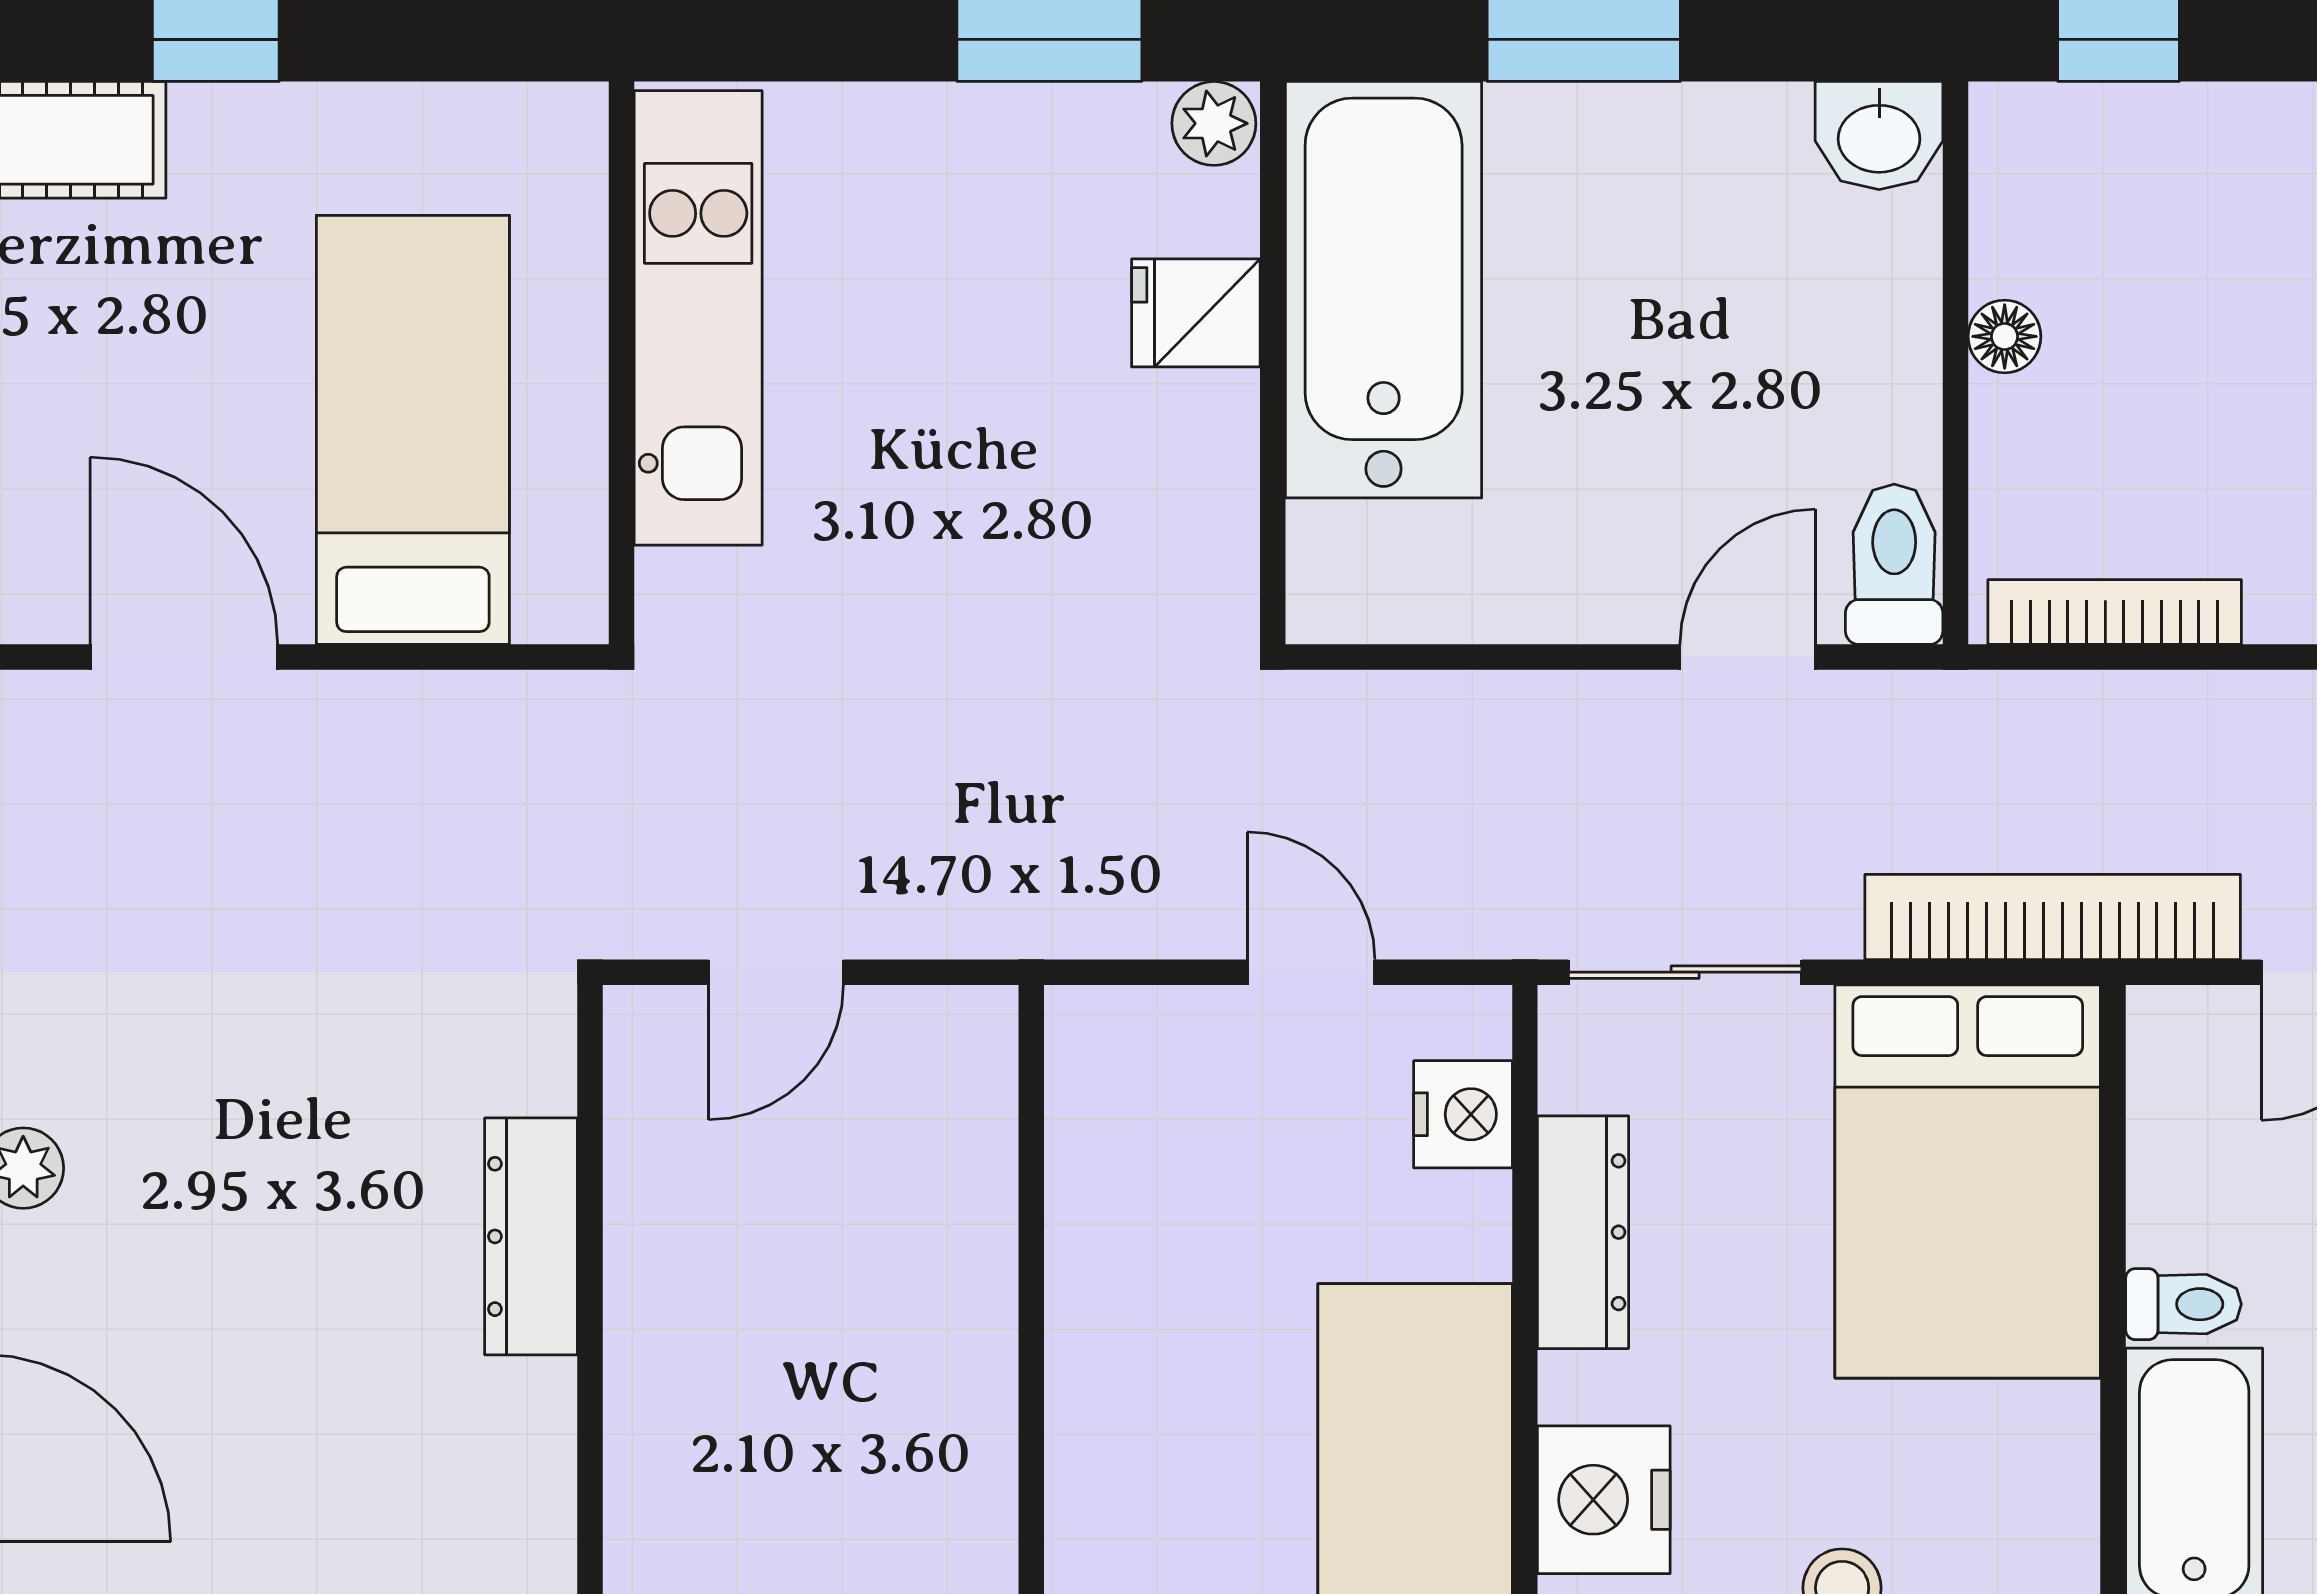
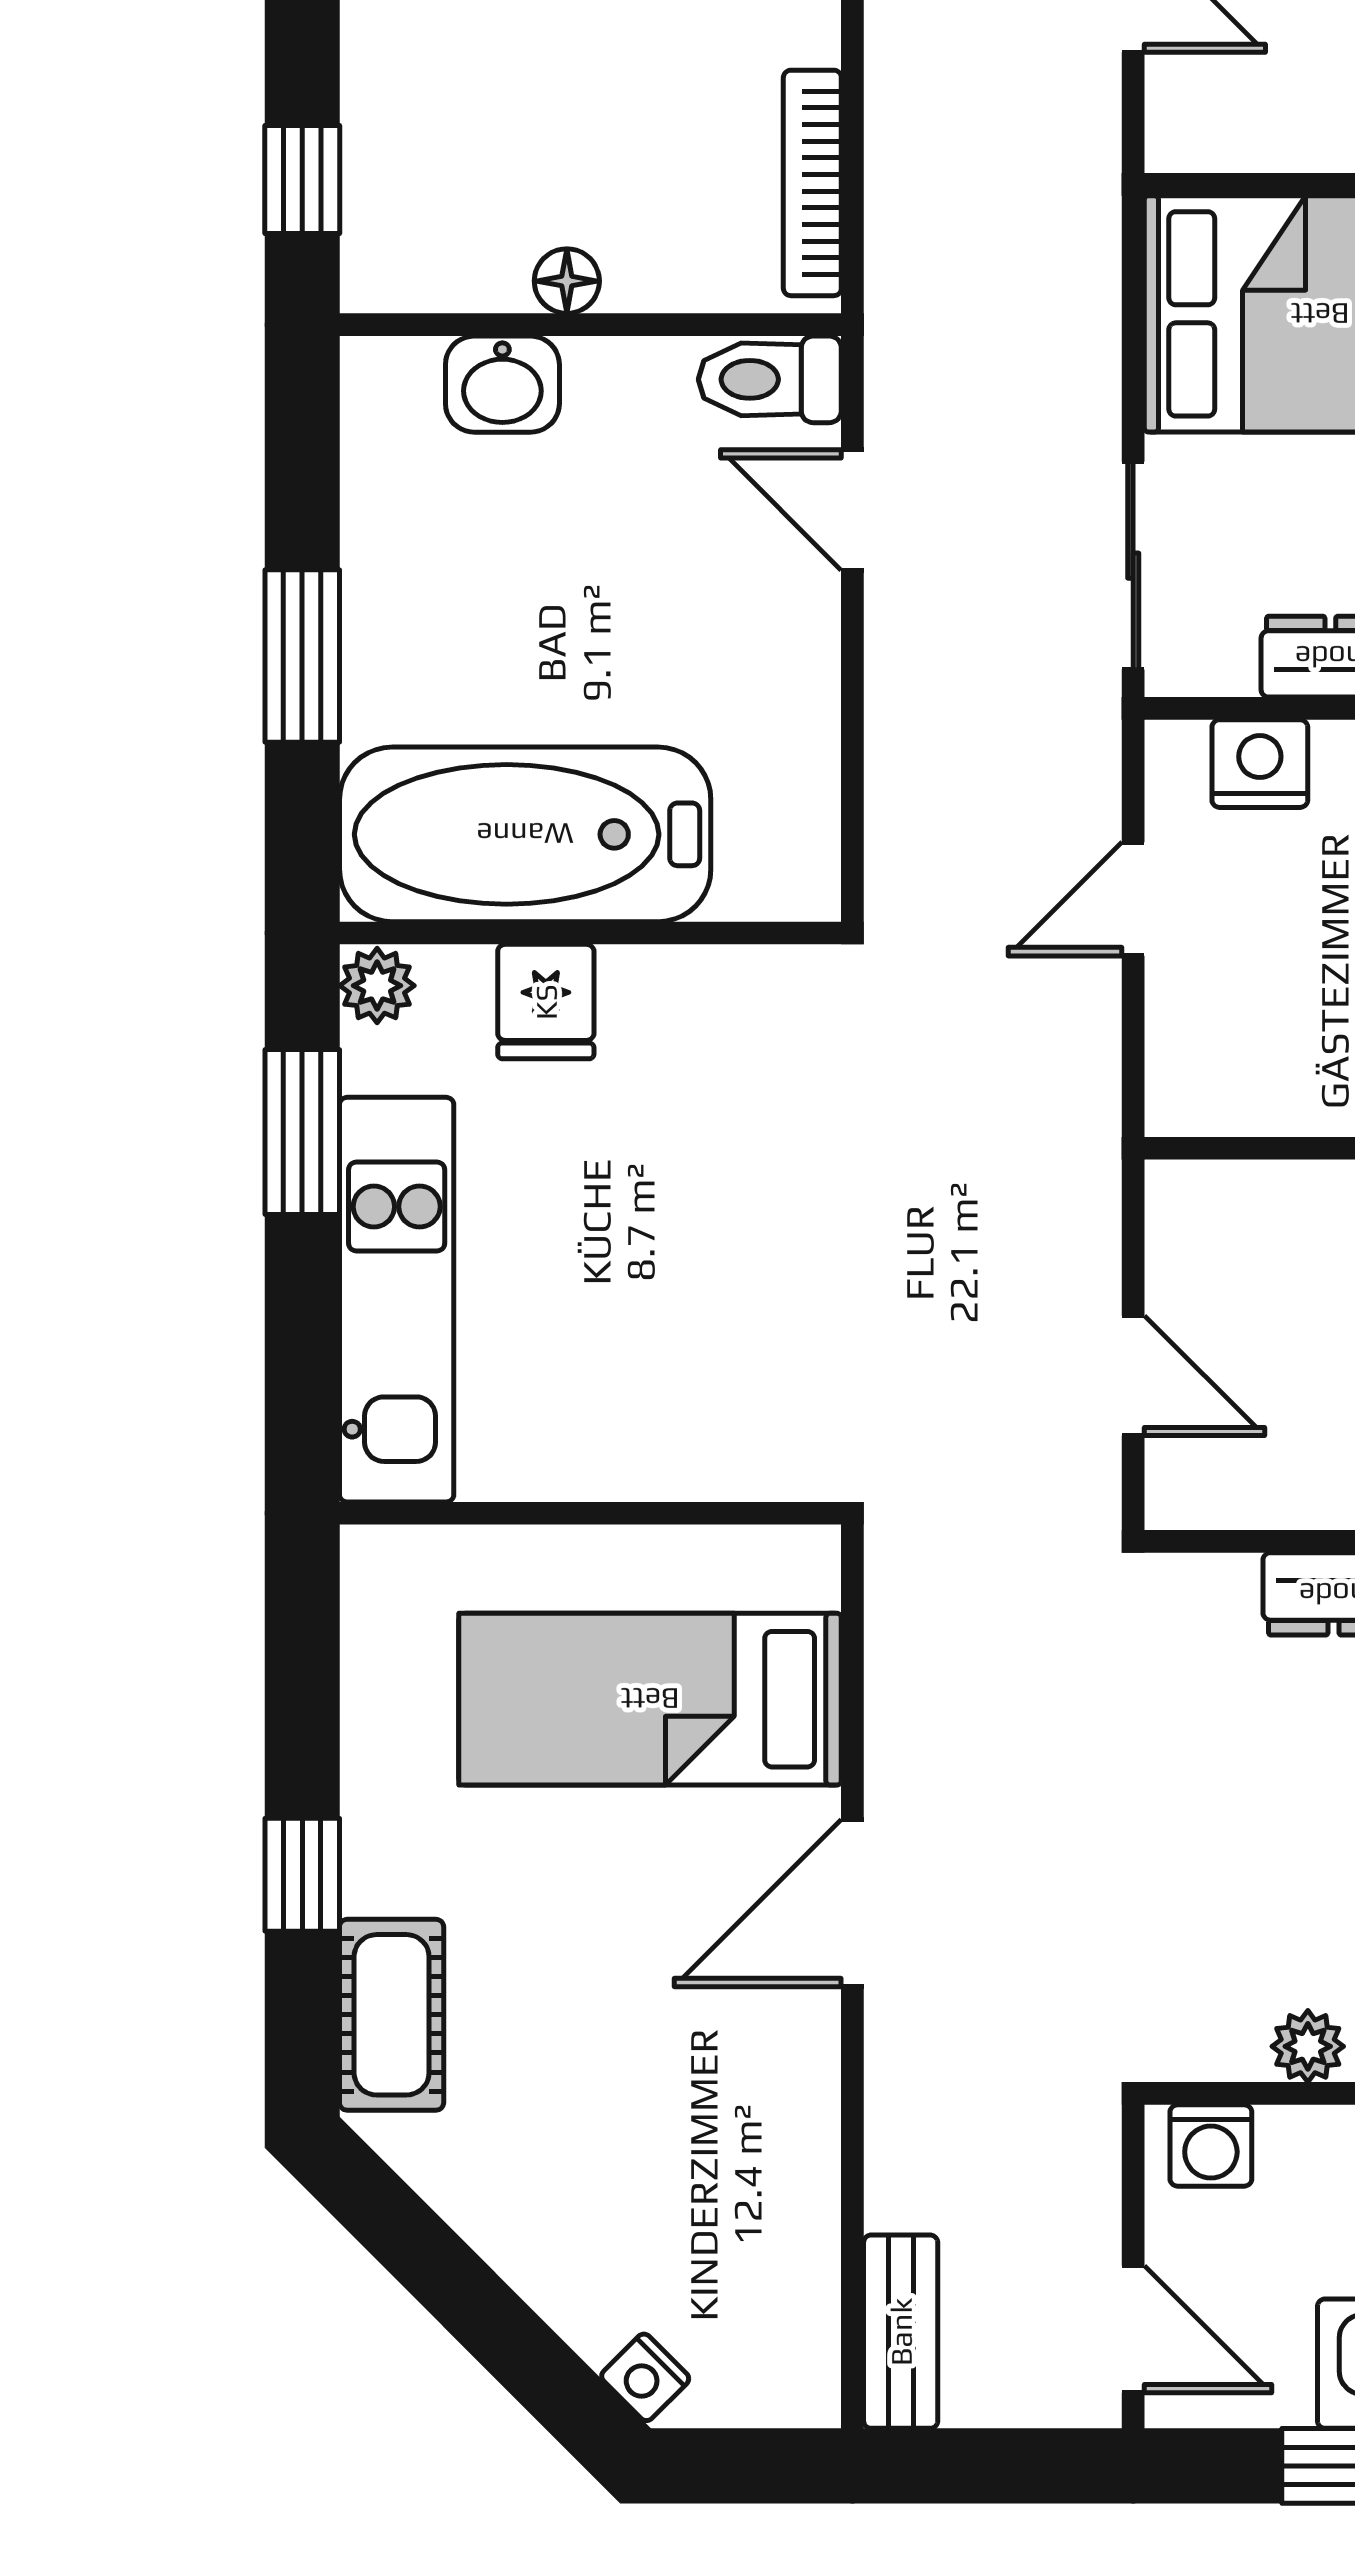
washbasin: (1879, 136) -> (502, 384), moved, turned 90
kitchen unit: (698, 318) -> (397, 1300), moved, turned 90
bookcase: (2053, 917) -> (1084, 238), removed

